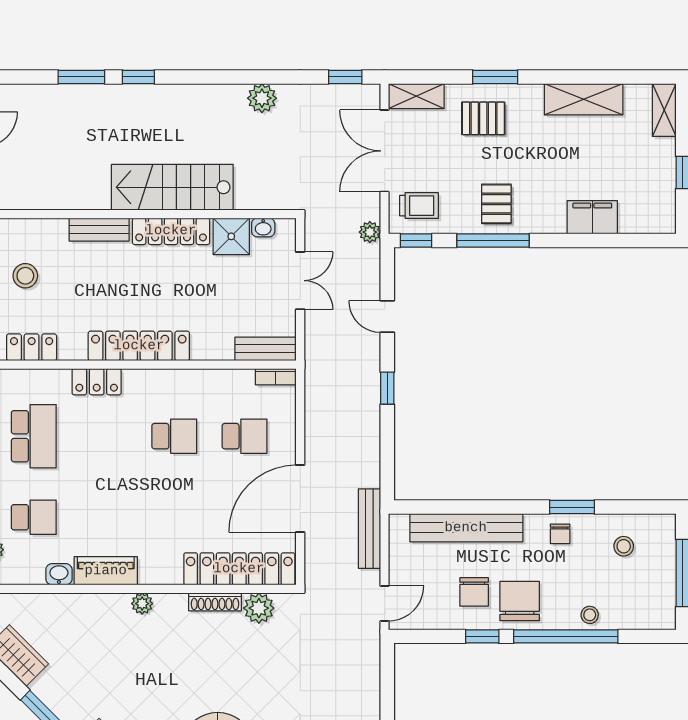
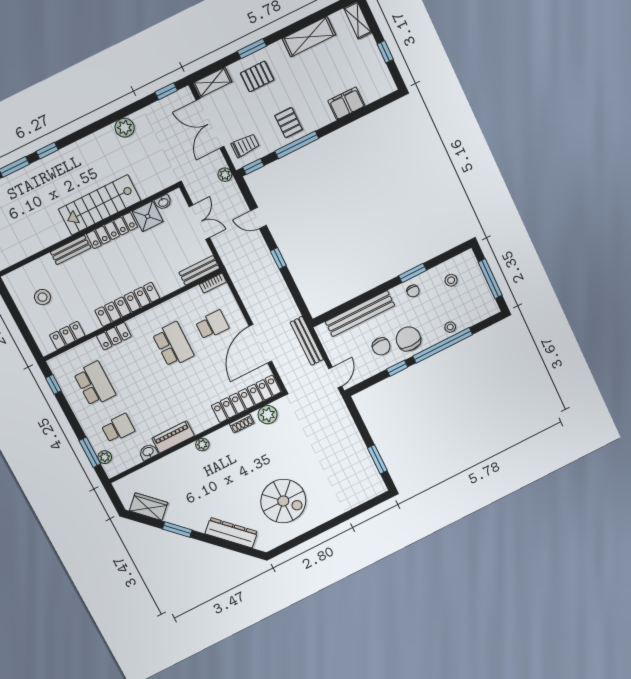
school desk: (174, 436) -> (173, 345), width x1.85
shoe rack: (215, 602) -> (242, 423), width x0.70

